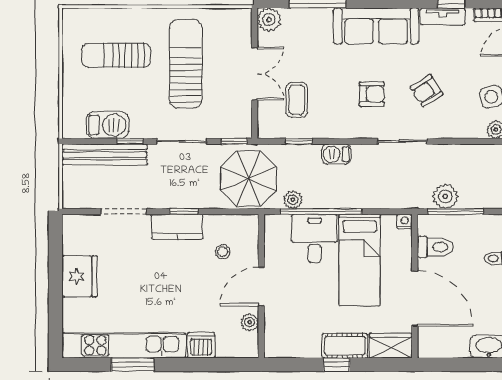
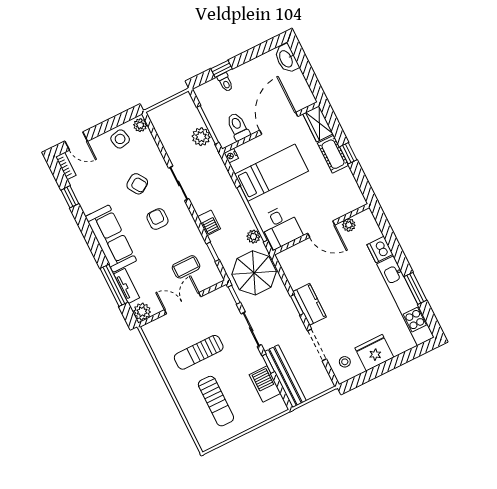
tv unit: (443, 16) -> (127, 286), moved
sun lounger: (186, 64) -> (199, 352), width x0.73, depth x0.75
desk: (315, 239) -> (281, 227), moved, turned -90
stool: (223, 252) -> (345, 362), moved

